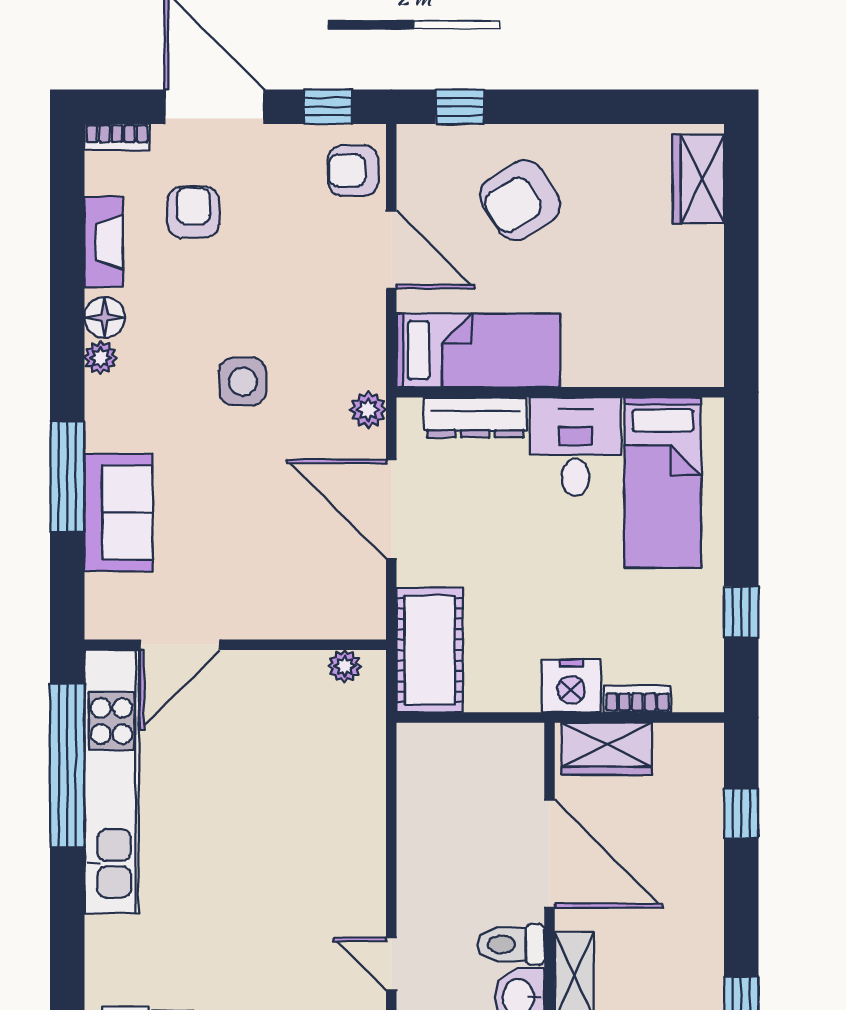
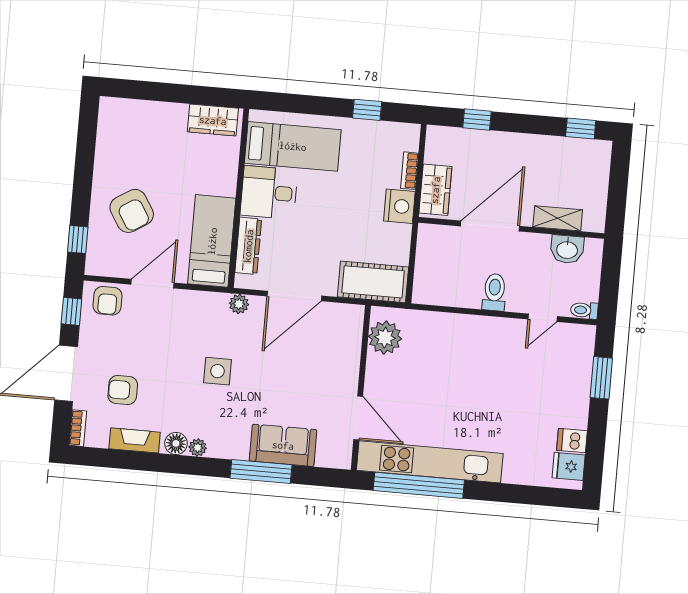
wardrobe: (698, 179) -> (213, 120), moved
plant: (345, 666) -> (385, 338), width x1.87, depth x1.87
toilet: (511, 944) -> (494, 292), moved, turned 180

